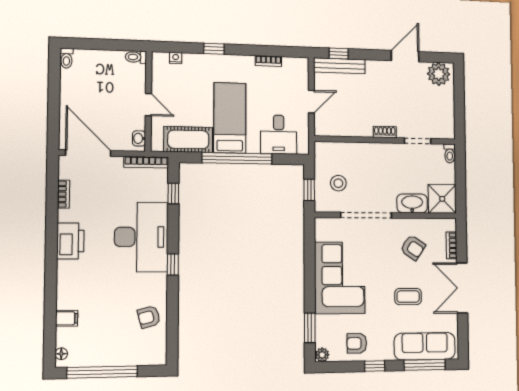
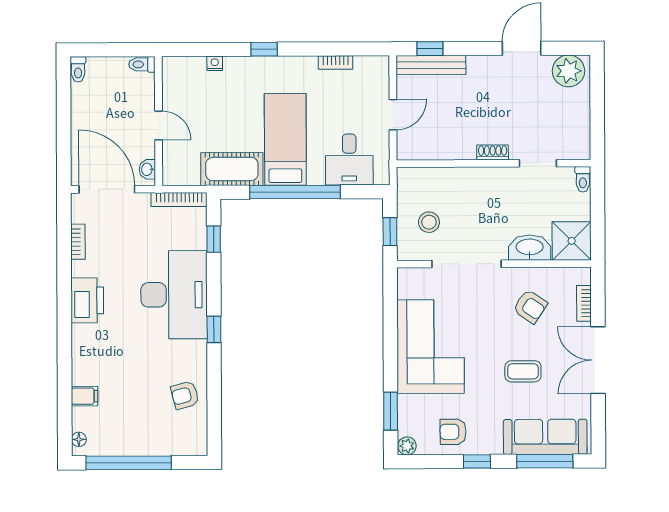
toilet: (136, 57) -> (142, 64), moved
wall: (148, 101) -> (159, 121), moved
door: (148, 105) -> (159, 125), moved
washbasin: (139, 138) -> (147, 169), moved

